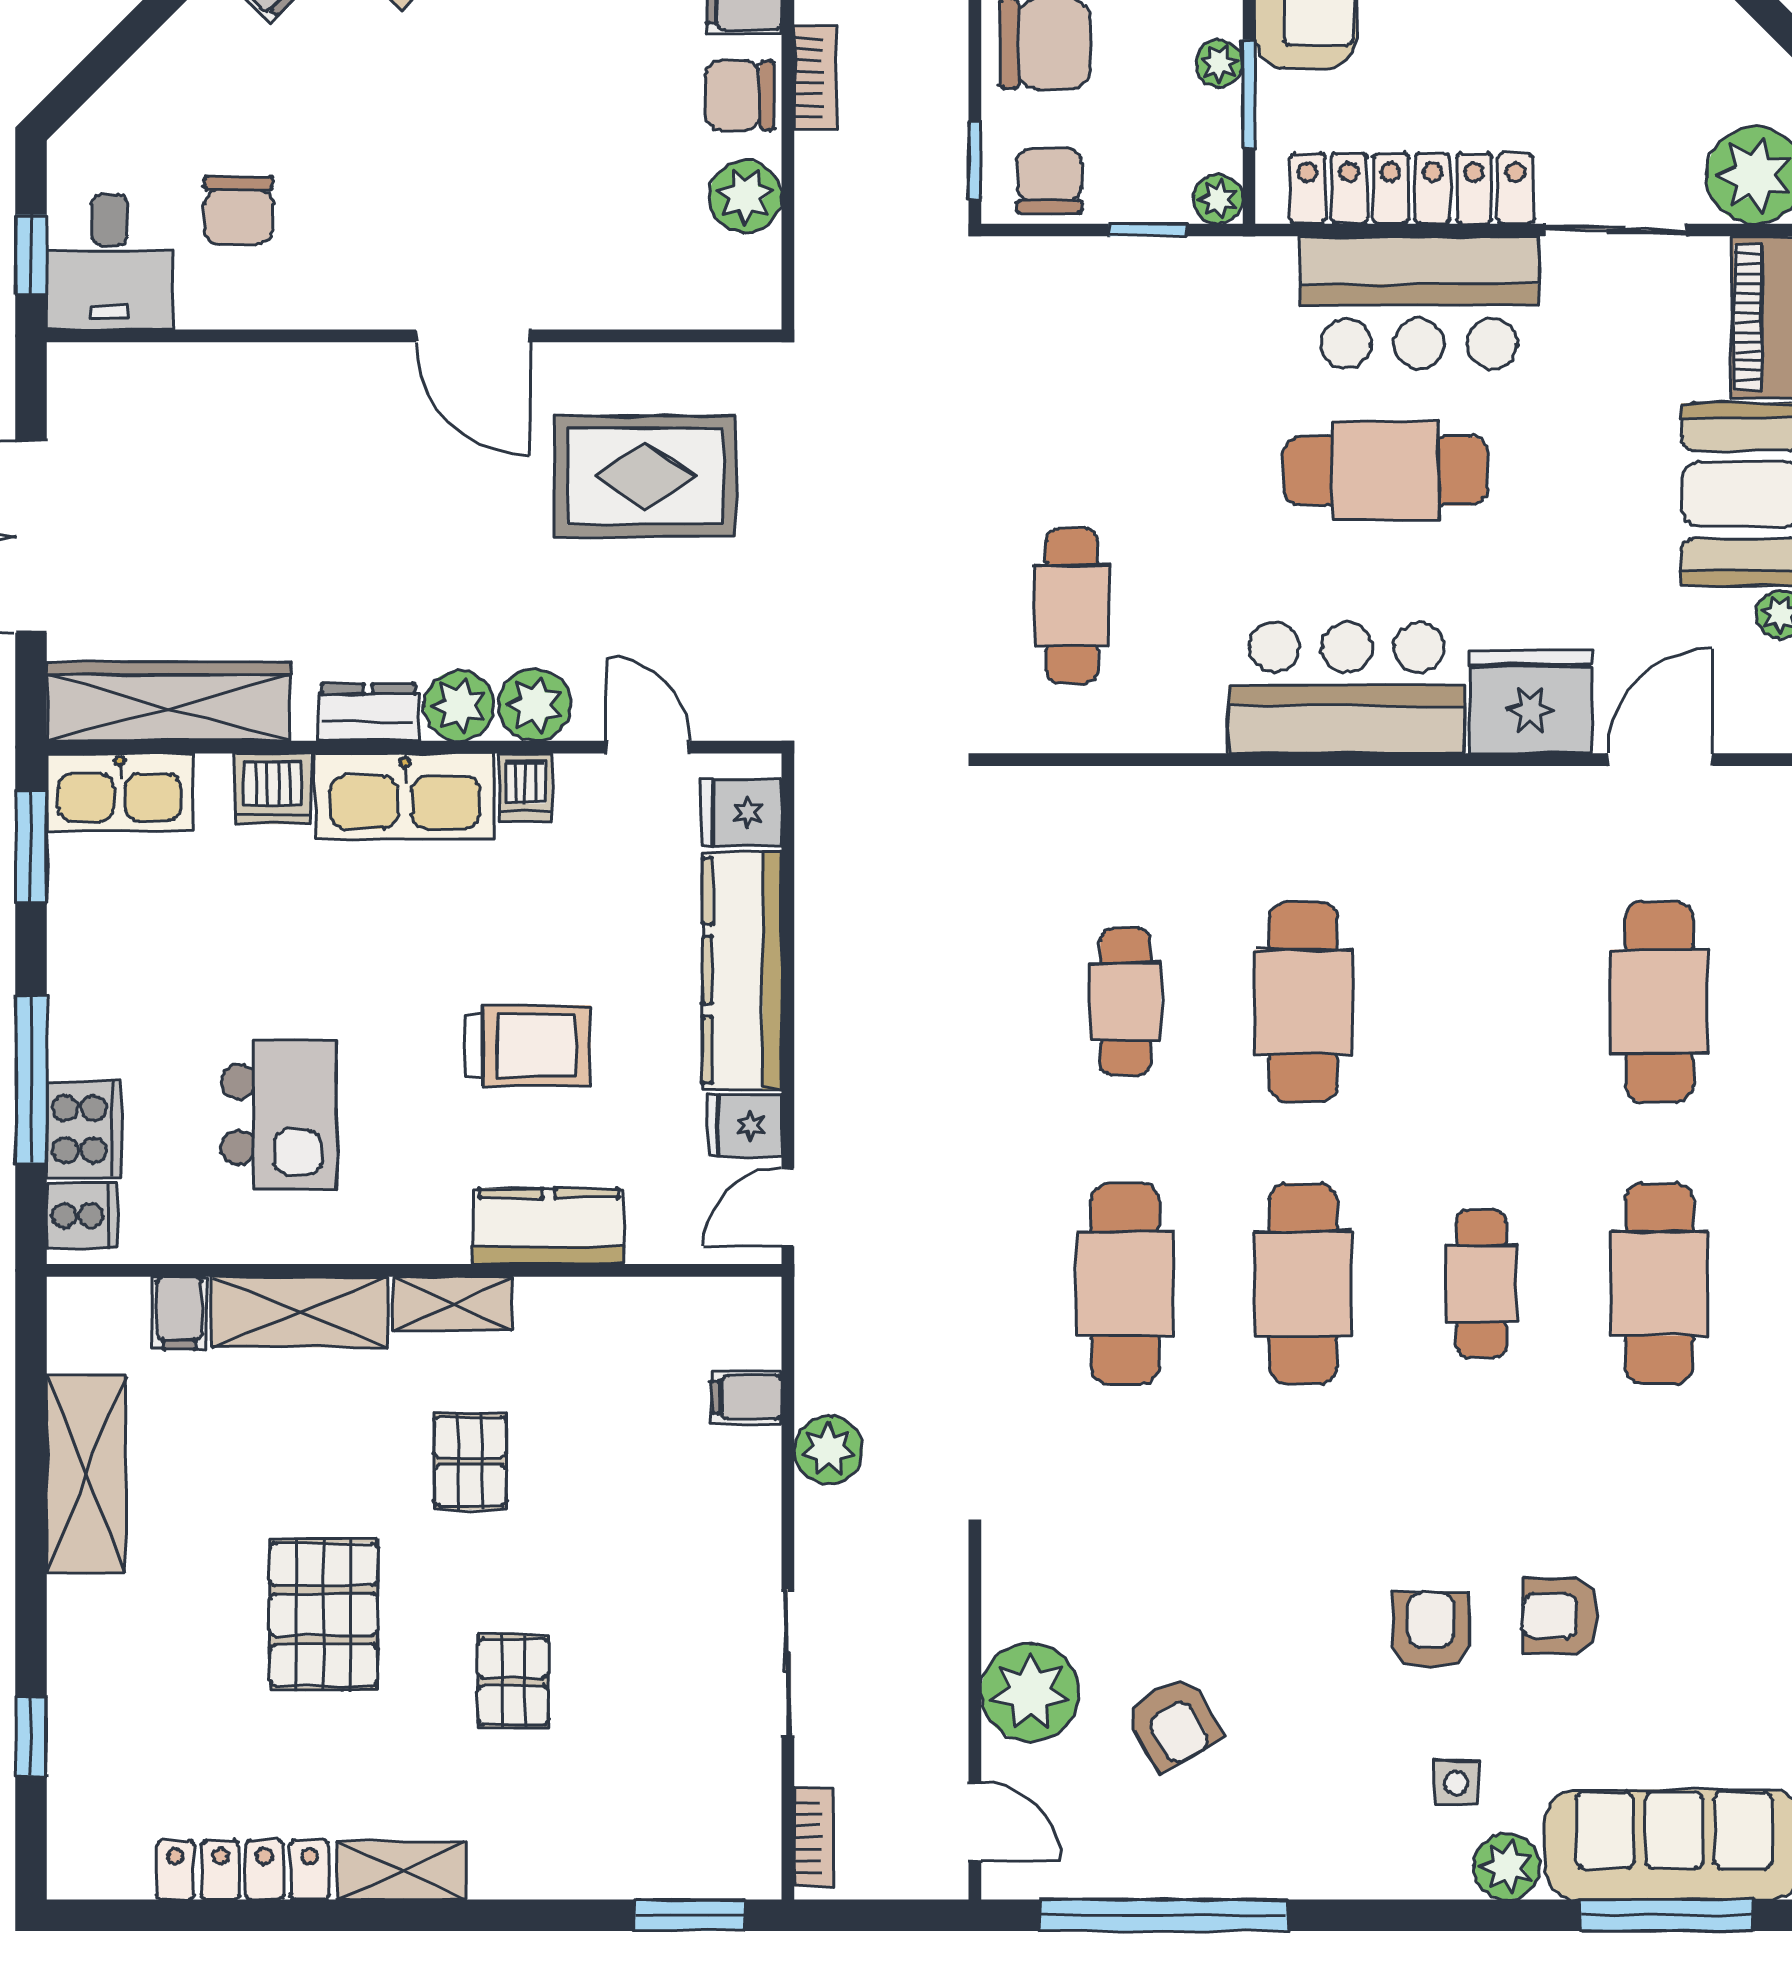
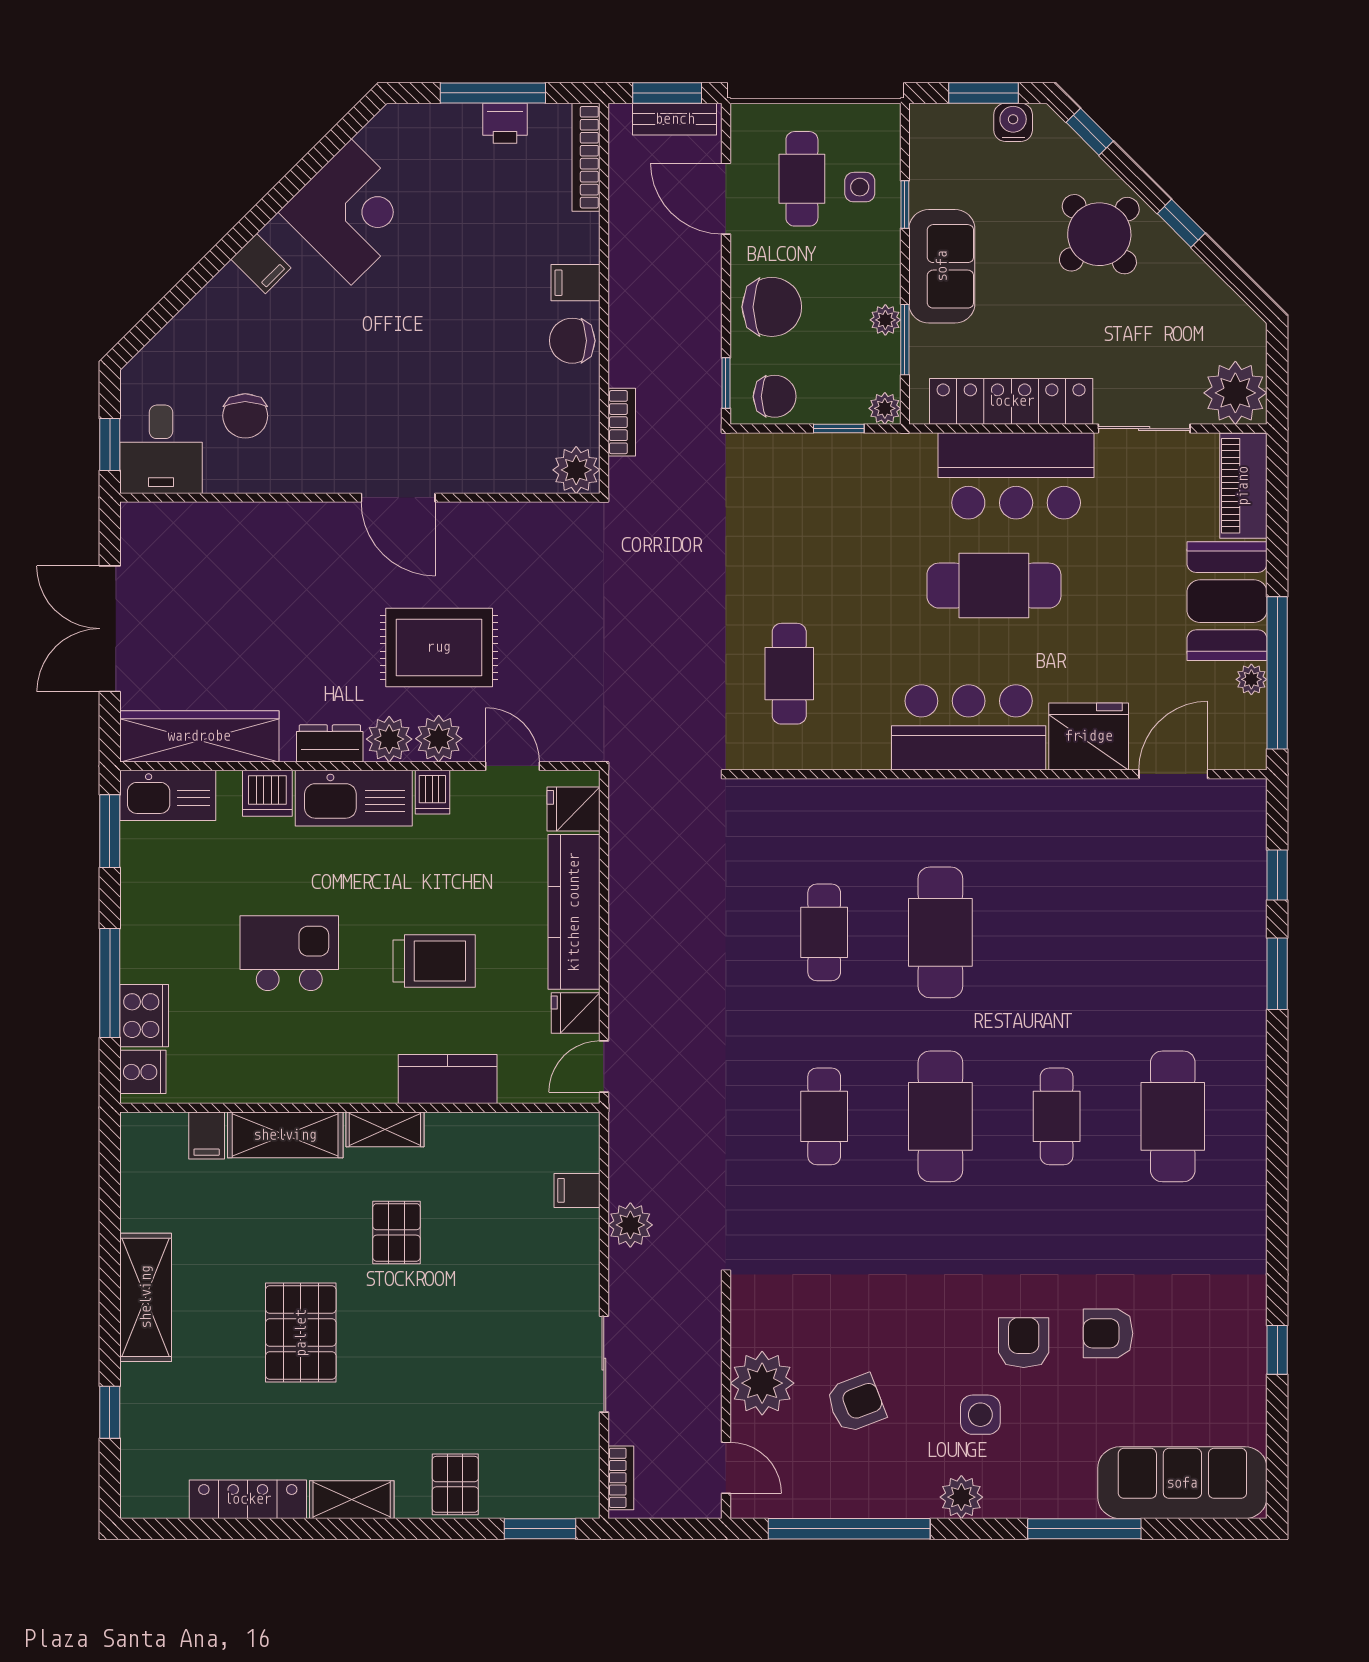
bookcase: (815, 77) -> (622, 422), moved
chair: (1050, 181) -> (775, 396), turned 90
plant: (746, 197) -> (576, 470), moved
rug: (645, 476) -> (439, 647), moved
cafe table: (1659, 1002) -> (1173, 932), removed
kitchen island: (279, 1115) -> (289, 953), moved, turned -90
cafe table: (1125, 1284) -> (824, 1116), width x0.73, depth x0.74
shelving: (86, 1474) -> (146, 1297), moved
pallet: (513, 1682) -> (455, 1484), moved
armchair: (1174, 1723) -> (856, 1403), turned -80
side table: (1456, 1783) -> (980, 1415), moved, width x1.37, depth x1.37
plant: (1507, 1867) -> (961, 1497), moved
window: (1666, 1915) -> (1084, 1529), moved

